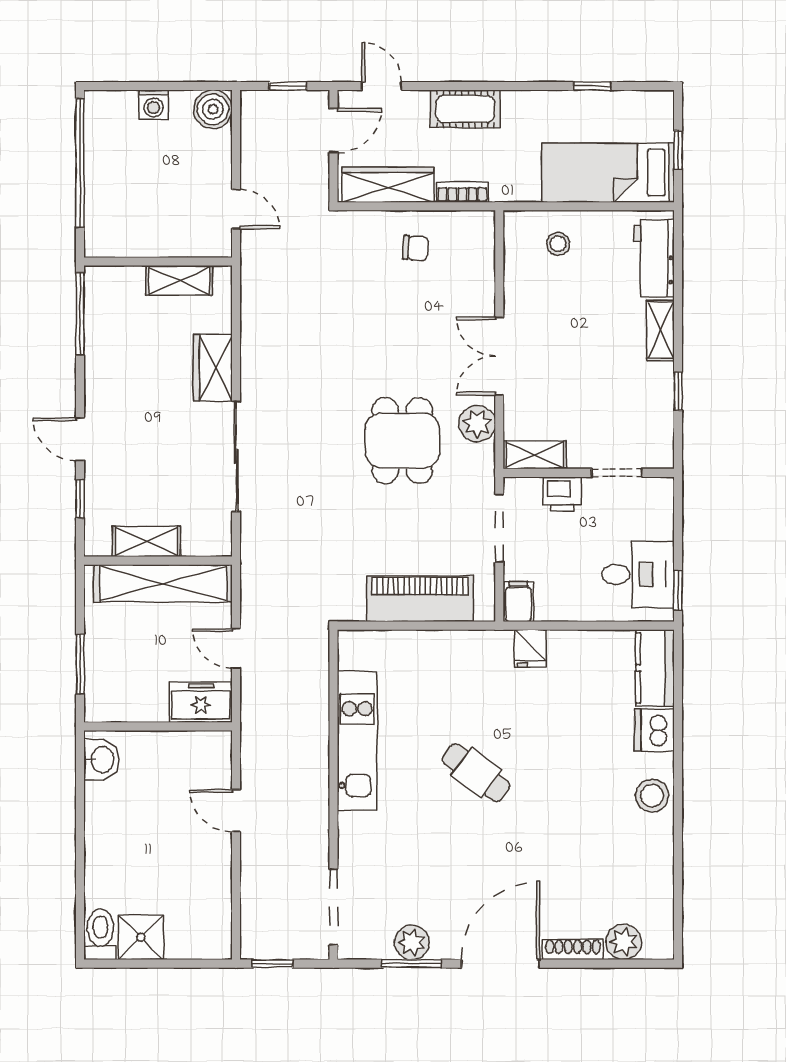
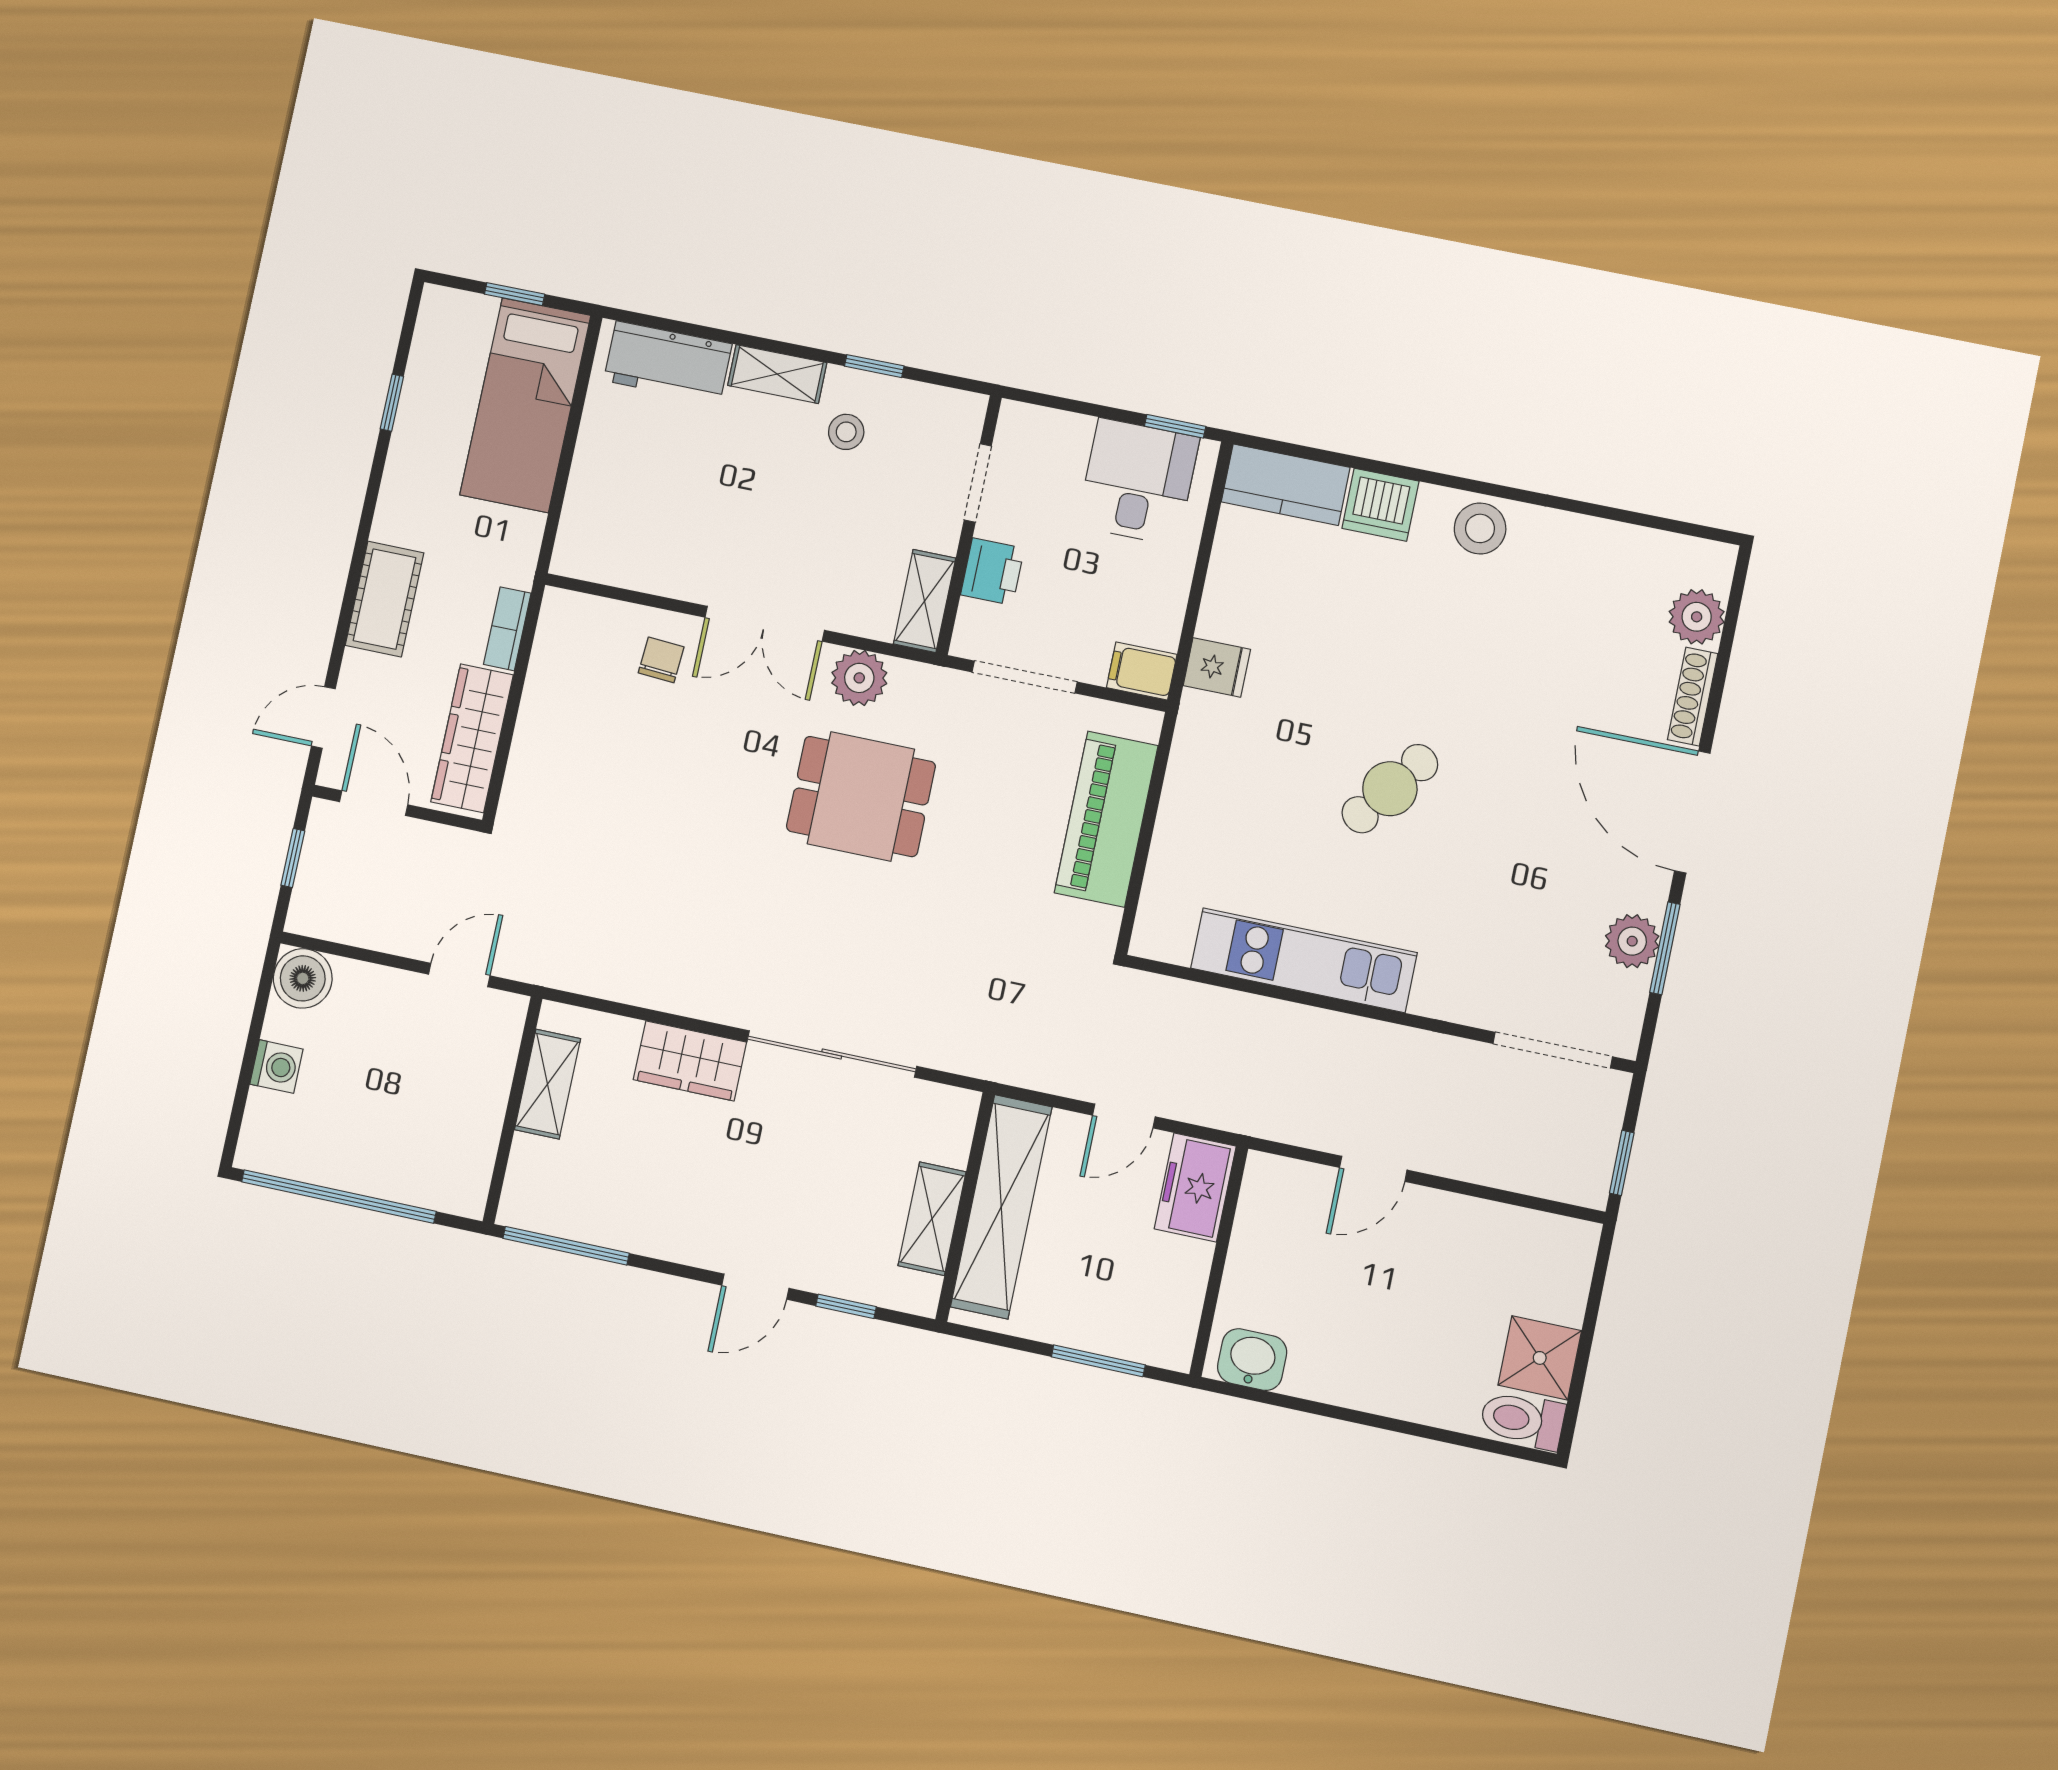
stool: (558, 244) -> (846, 432), moved
chair: (416, 248) -> (661, 660), moved

